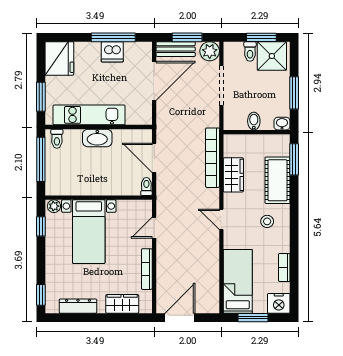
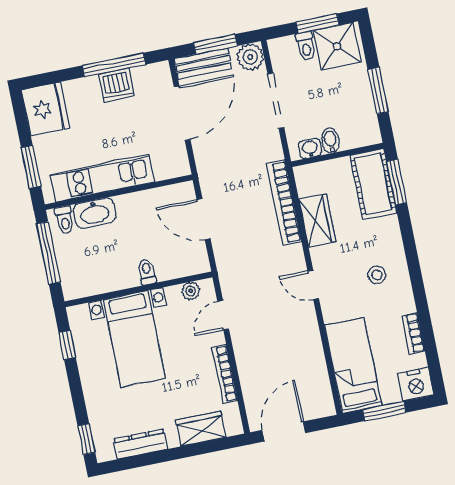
washbasin: (282, 124) -> (310, 148), moved
washbasin: (97, 138) -> (95, 213), moved
cot: (277, 180) -> (373, 184), moved
toilet: (146, 187) -> (147, 272), moved
plant: (54, 206) -> (191, 291), moved

